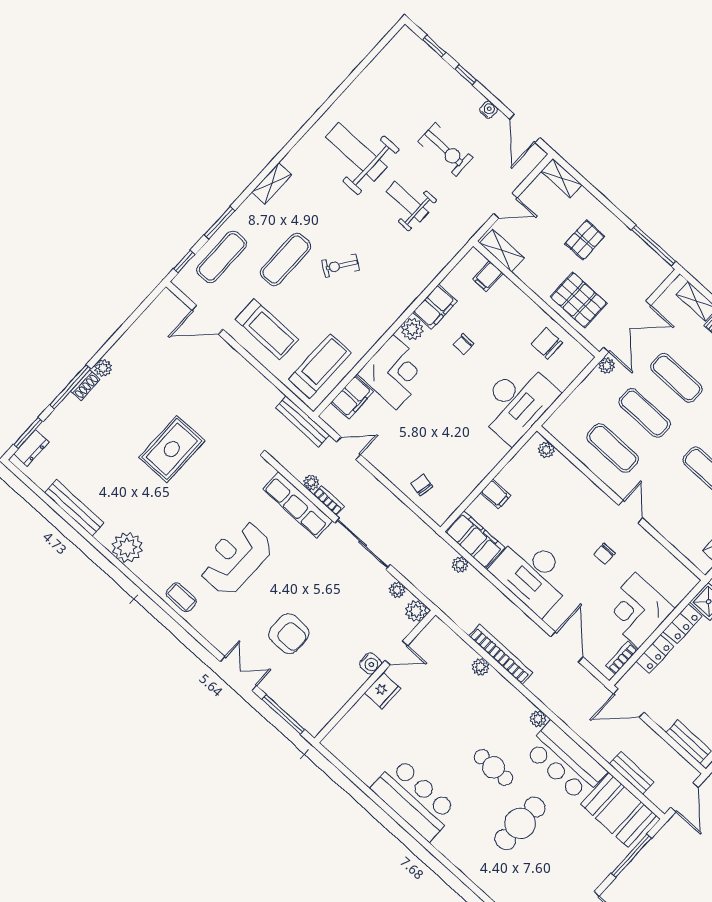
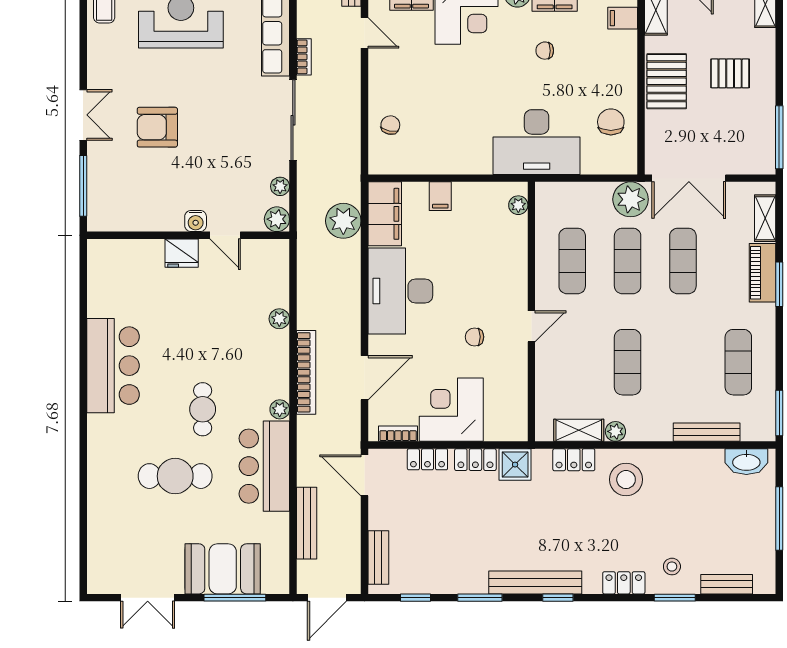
pallet: (579, 300) -> (667, 81), moved
plant: (607, 366) -> (631, 199), width x1.87, depth x1.87
plant: (311, 482) -> (306, 28), removed
plant: (460, 565) -> (343, 221), width x1.88, depth x1.88
armchair: (289, 634) -> (157, 127), turned 90
bookcase: (501, 654) -> (306, 372), moved
bench: (632, 773) -> (307, 523), width x1.36
booth: (619, 810) -> (223, 569), moved, turned 90

